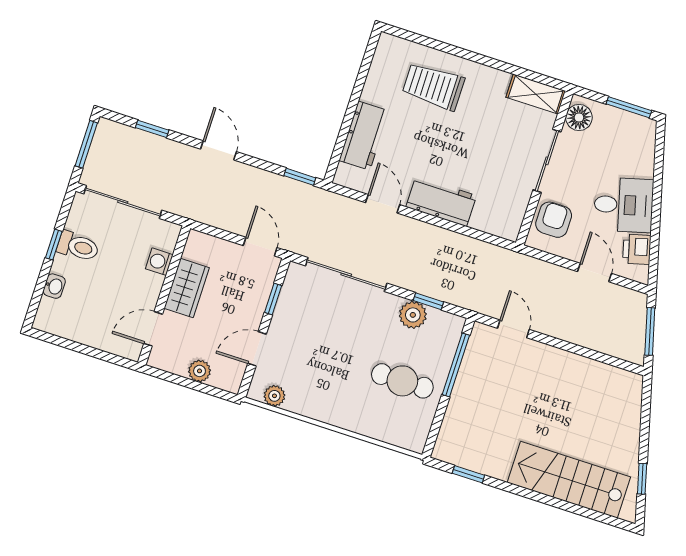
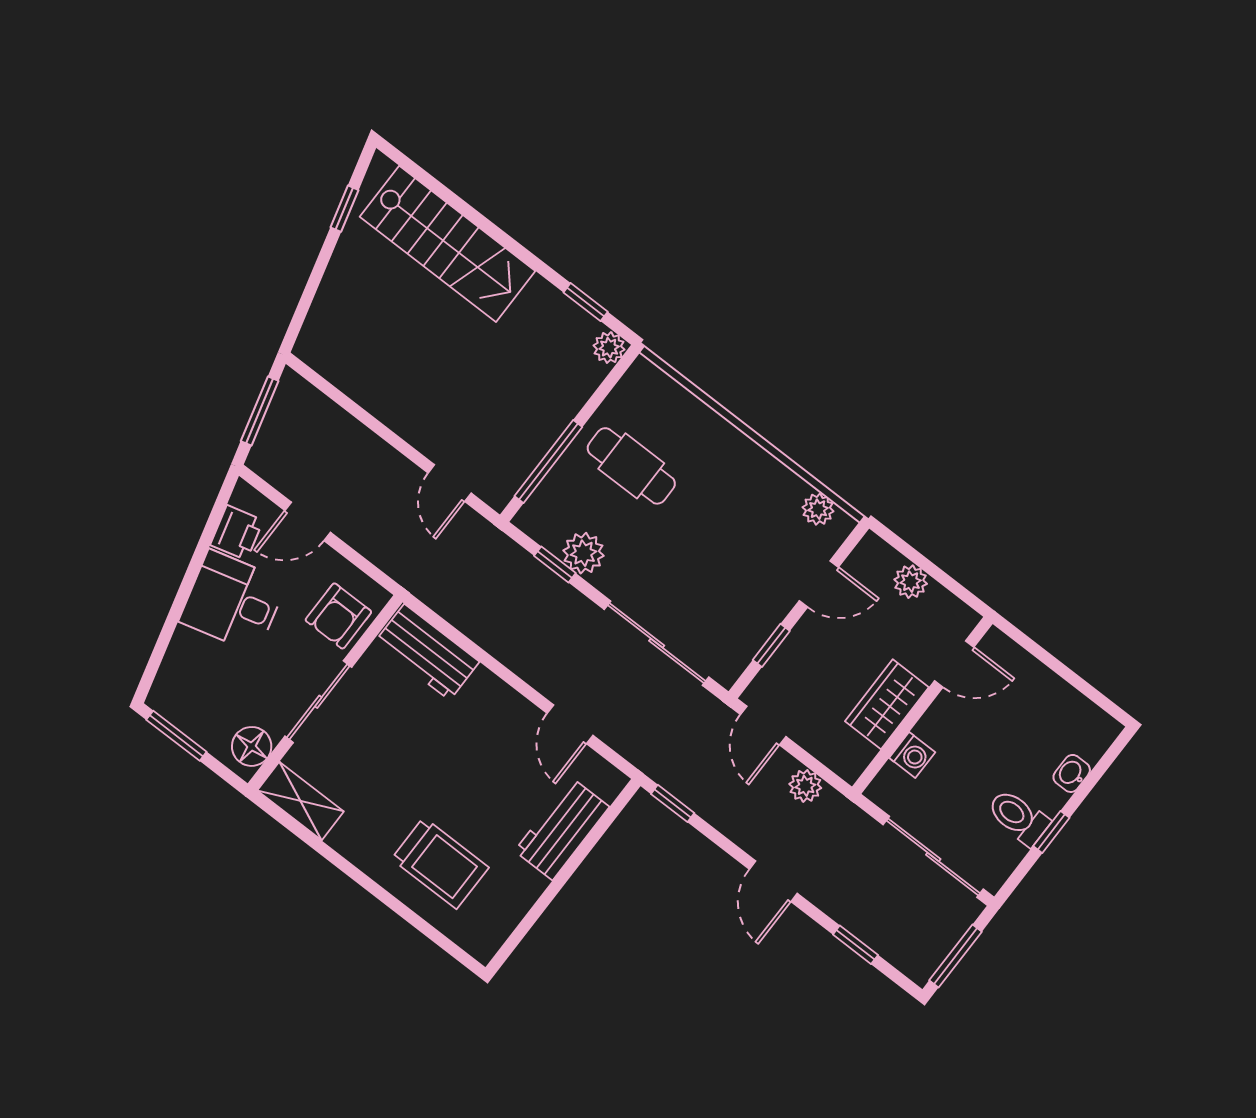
workbench: (441, 201) -> (427, 652), moved
plant: (220, 218) -> (805, 786), added
door: (595, 273) -> (308, 521), hinge flipped
plant: (443, 451) -> (609, 348), added

